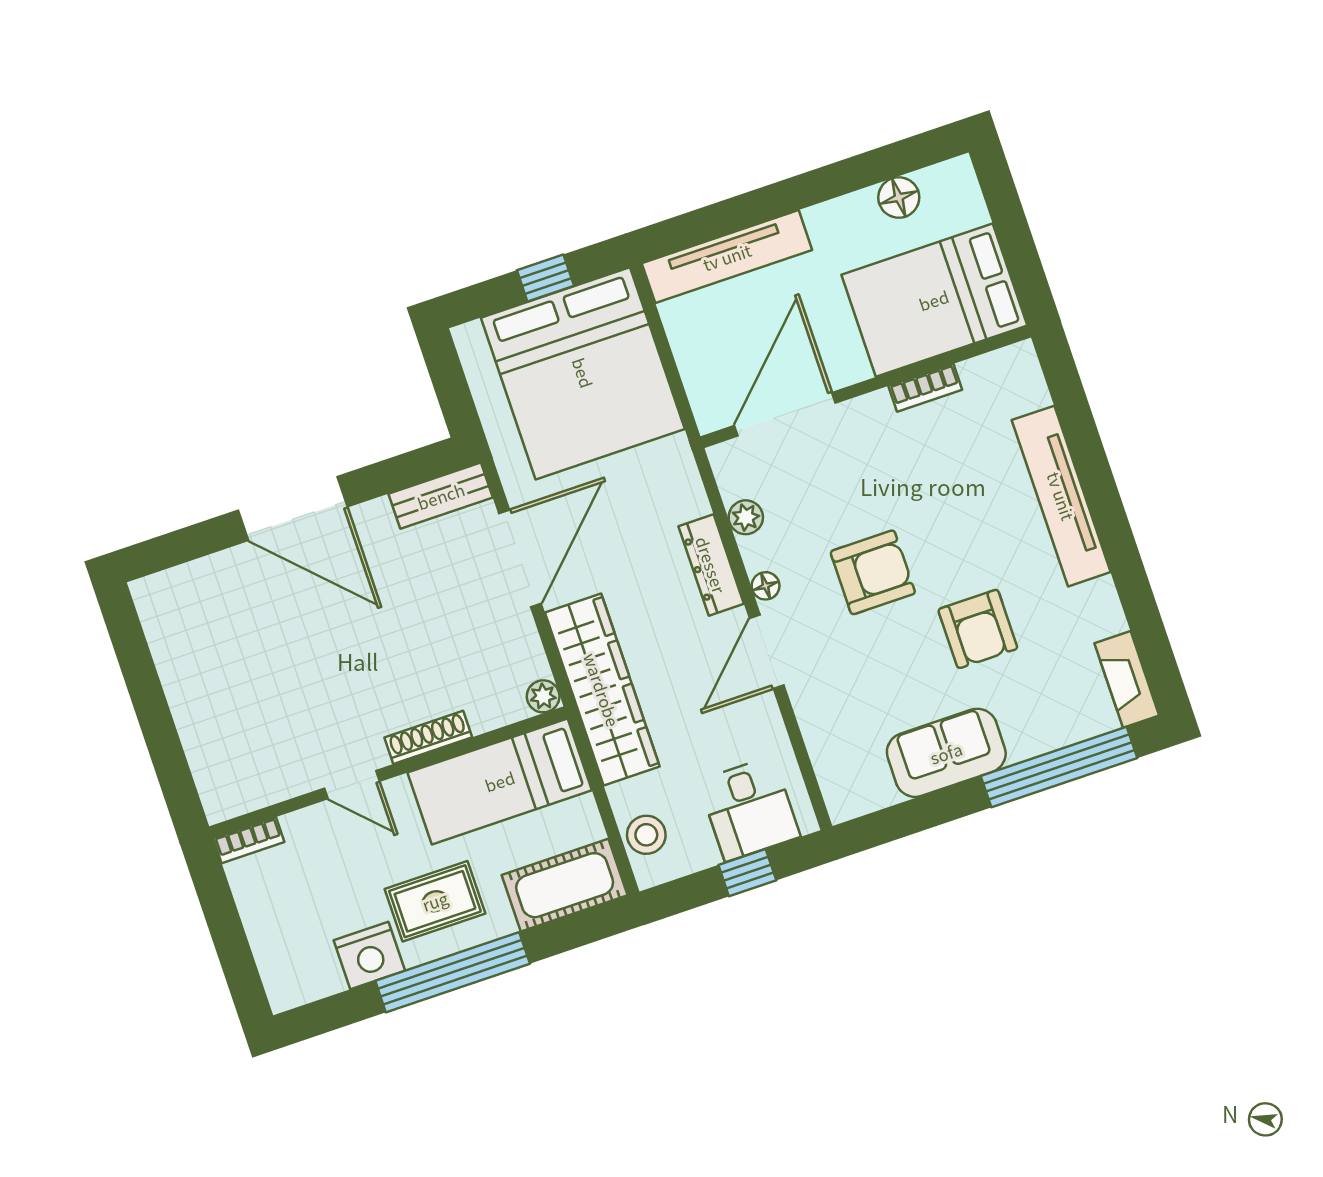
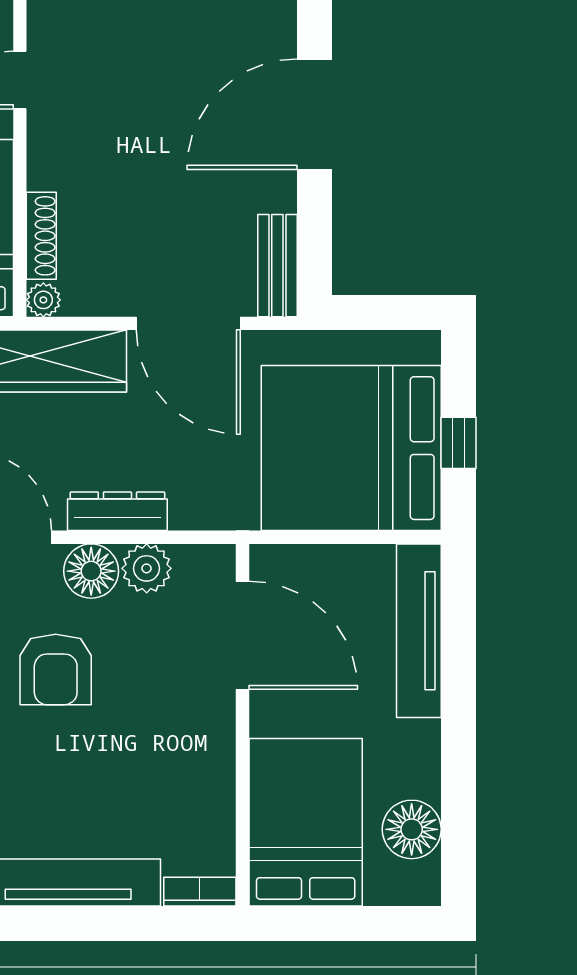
floor lamp: (899, 197) -> (412, 829), width x1.38, depth x1.38
bookcase: (925, 388) -> (200, 892), moved, turned 90
plant: (746, 517) -> (147, 568), width x1.38, depth x1.38
floor lamp: (766, 586) -> (91, 571), width x1.89, depth x1.89
shoe rack: (428, 737) -> (41, 236), moved

